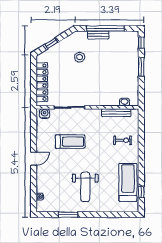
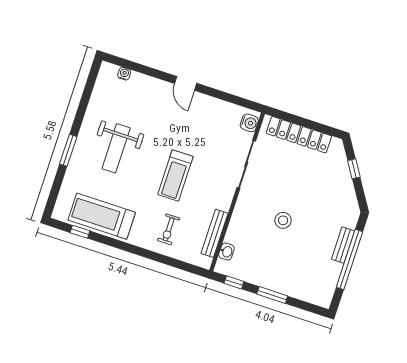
window: (141, 43) -> (234, 282), moved
stool: (80, 57) -> (283, 220), moved
treadmill: (70, 142) -> (175, 176), moved
treadmill: (128, 182) -> (102, 216), turned 180
weight bench: (85, 187) -> (116, 148), turned -90
window: (68, 215) -> (68, 150), moved

